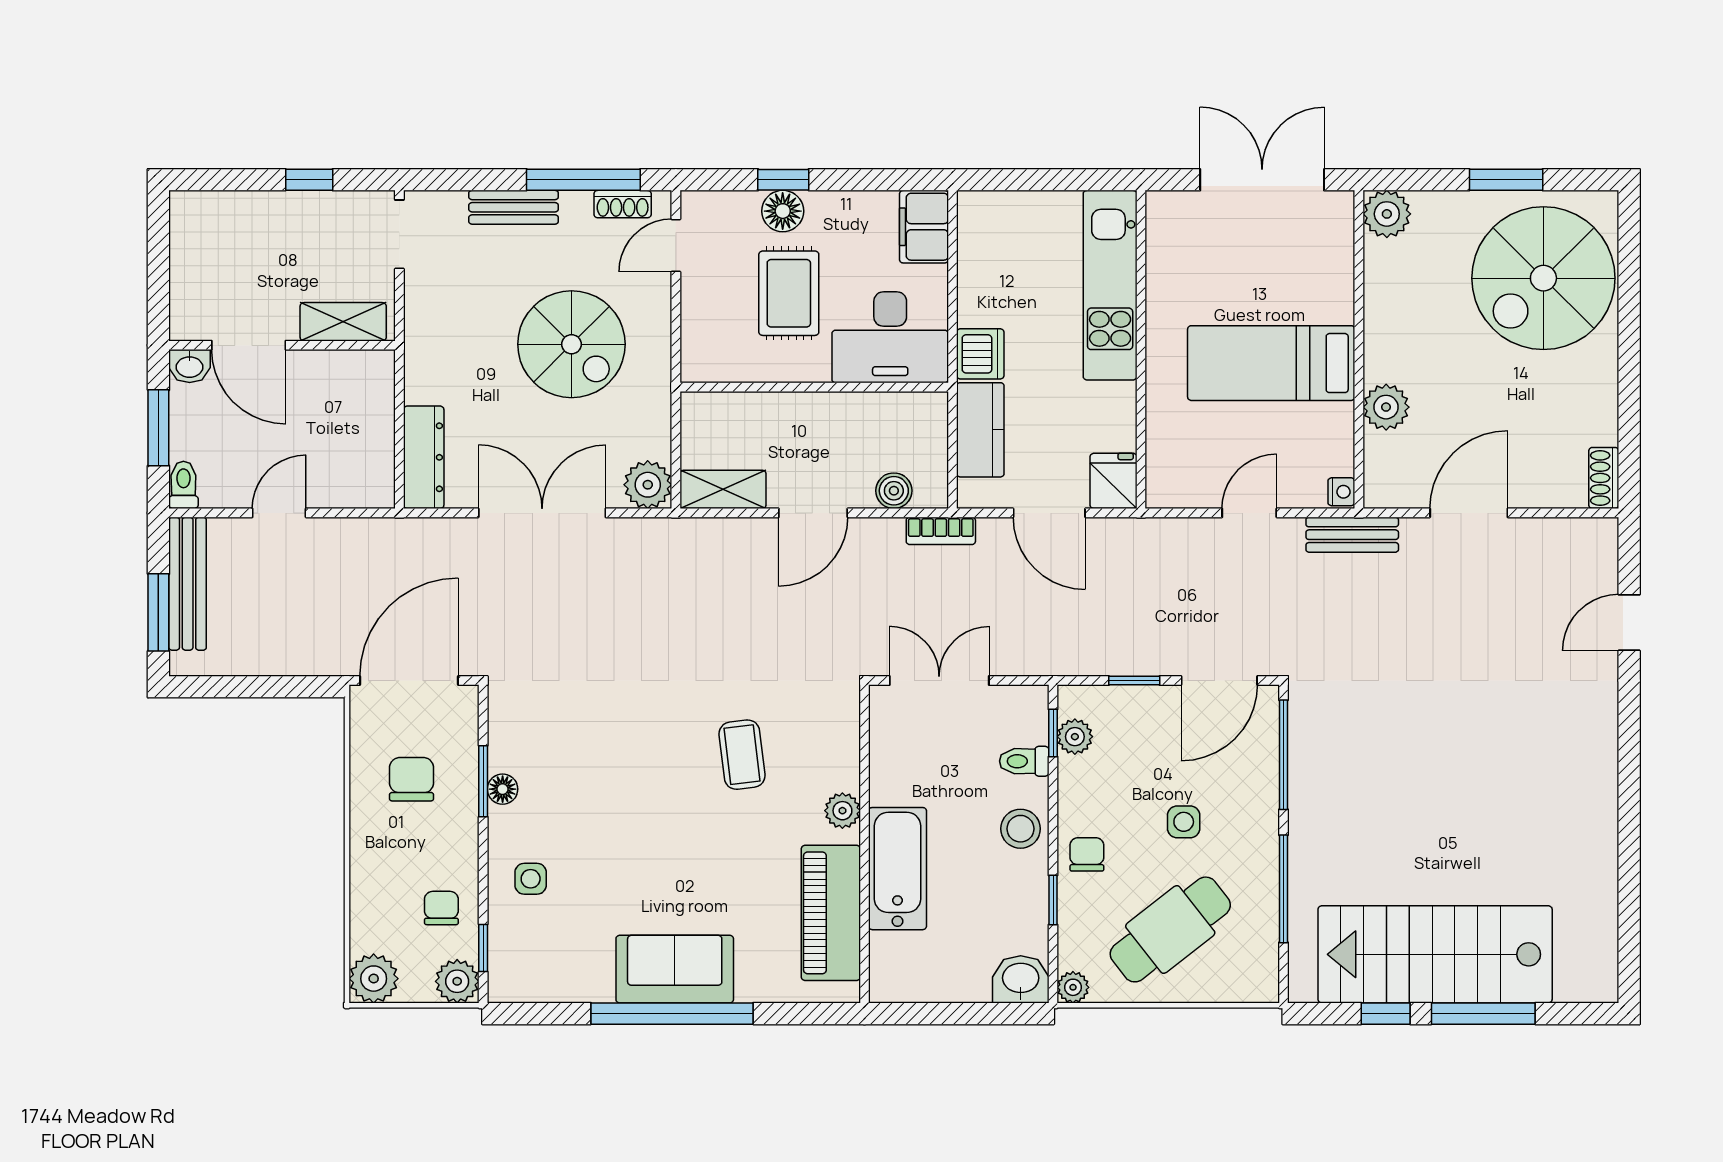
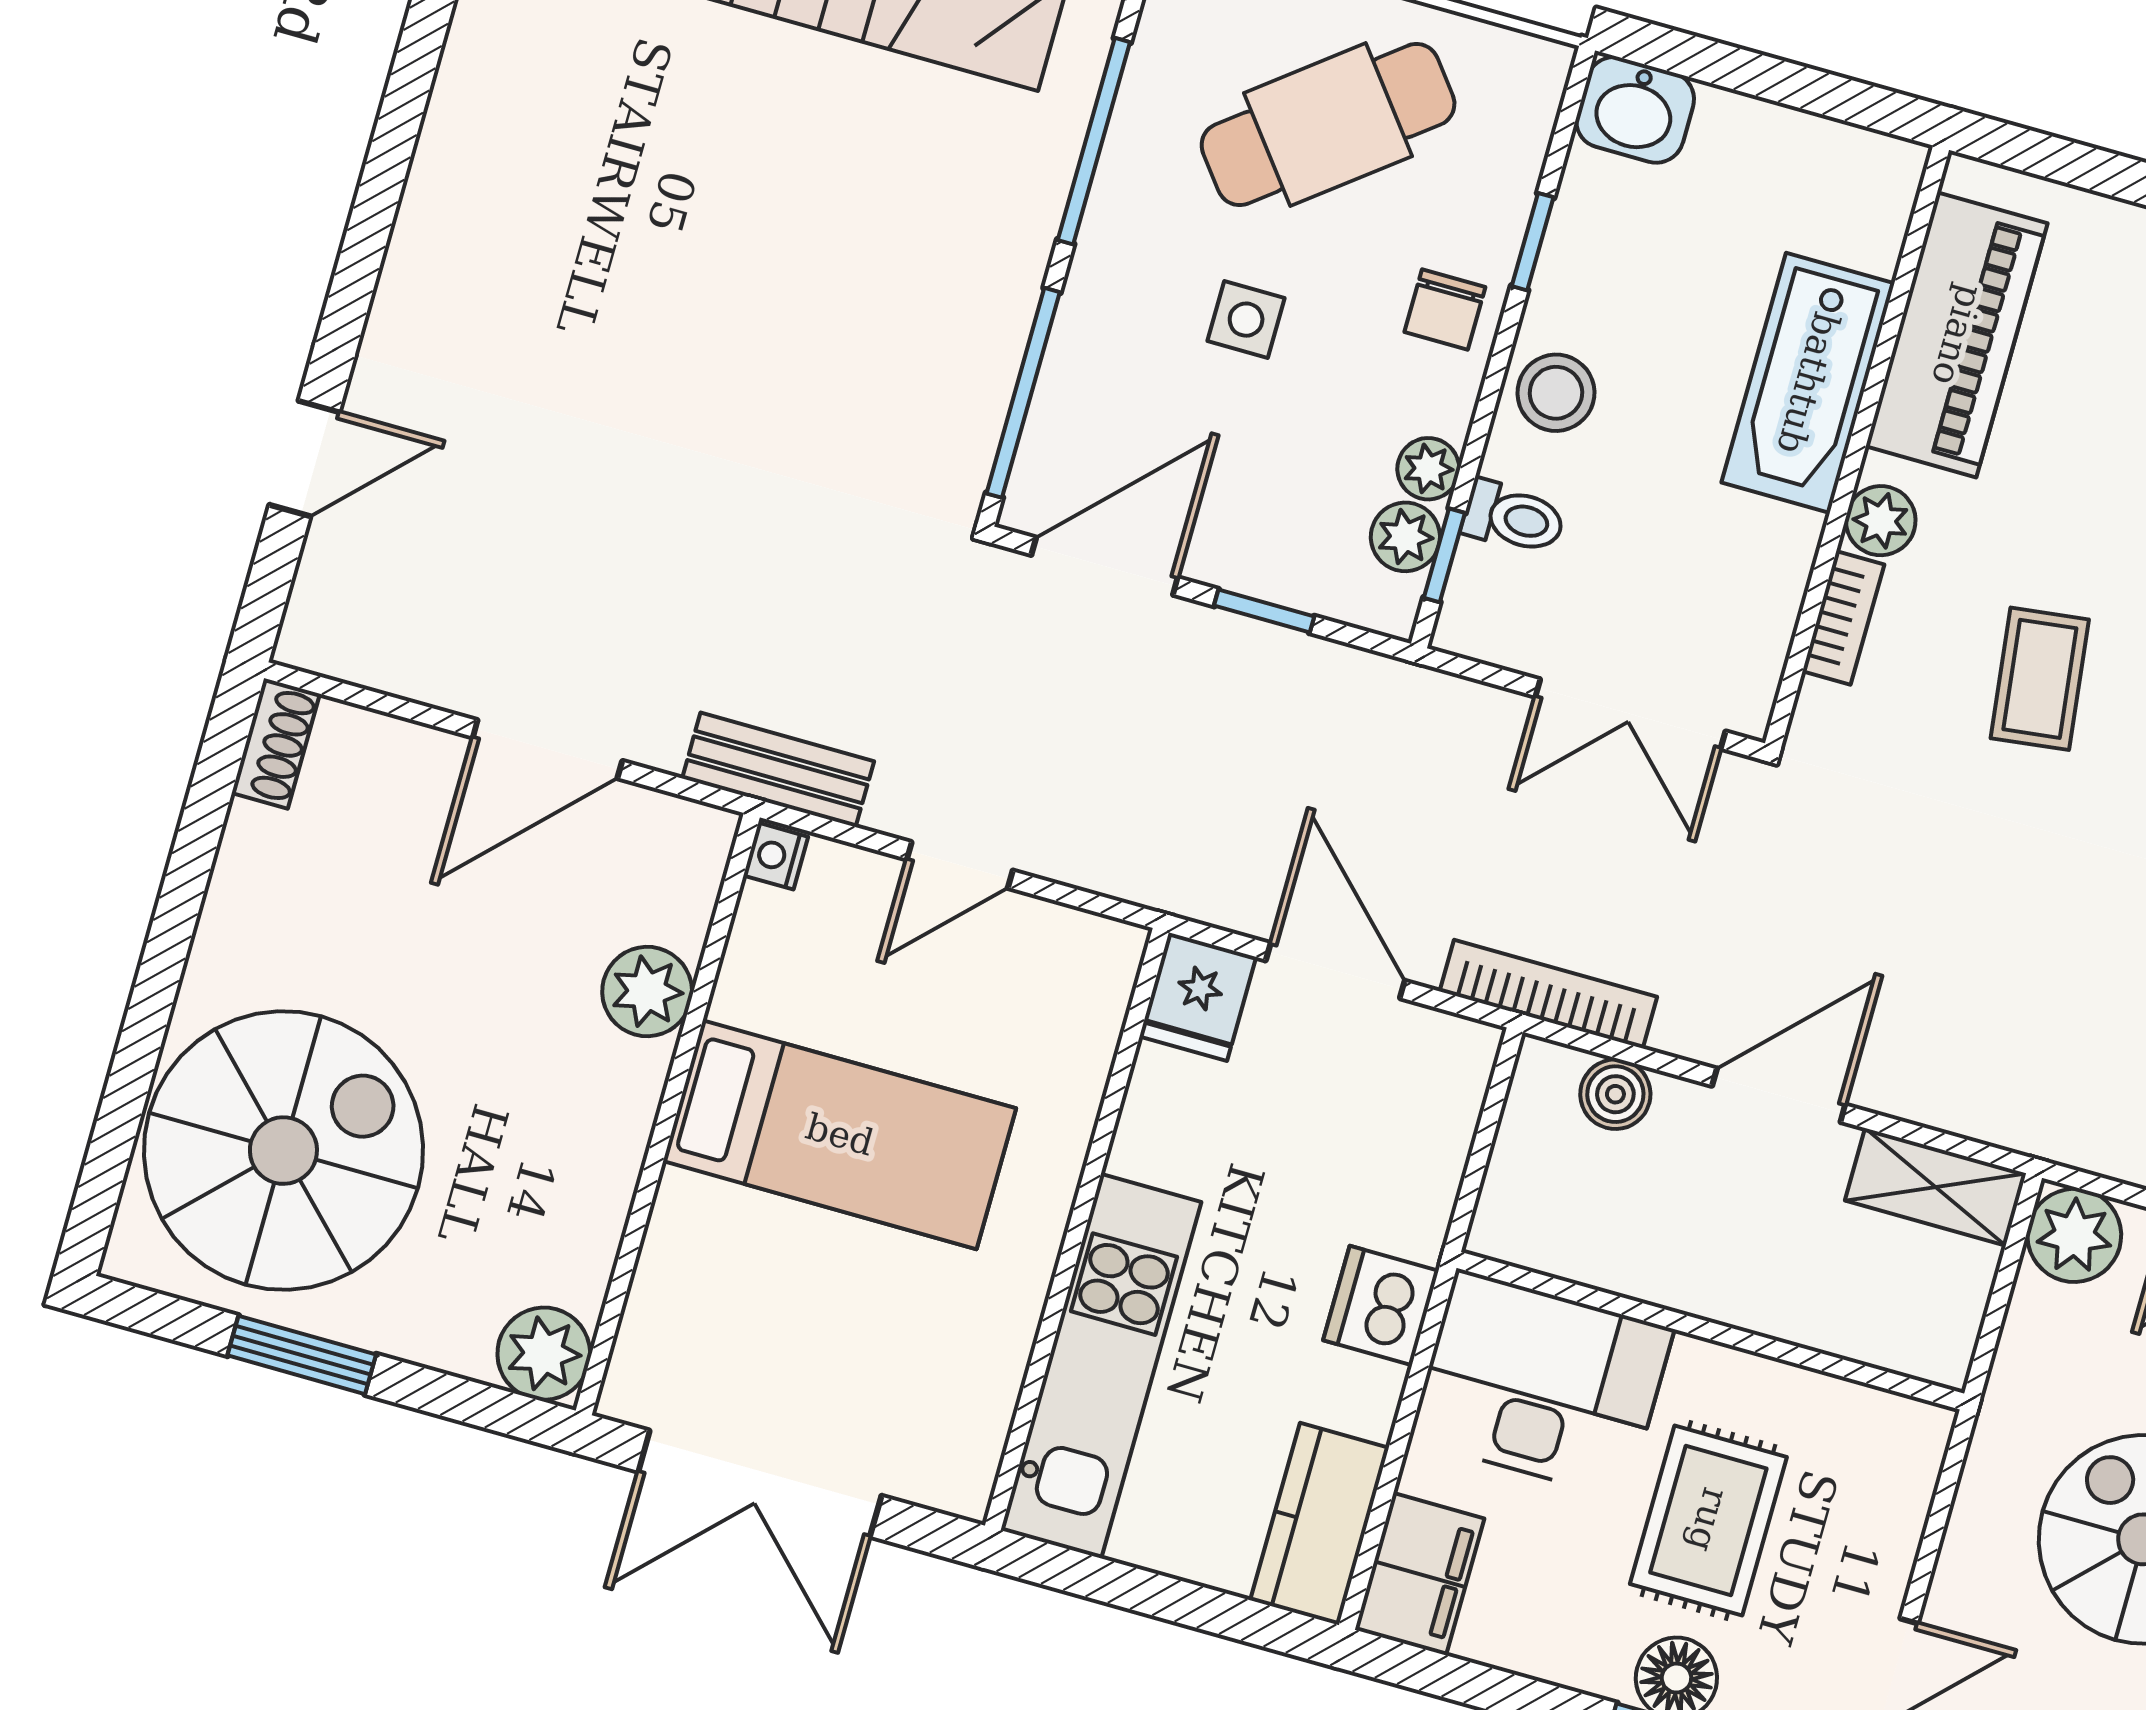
kitchen counter: (980, 430) -> (1319, 1524), moved
bookcase: (941, 531) -> (1548, 994), width x1.56
bookcase: (847, 757) -> (1843, 618), added
plant: (1073, 987) -> (1428, 469), moved

